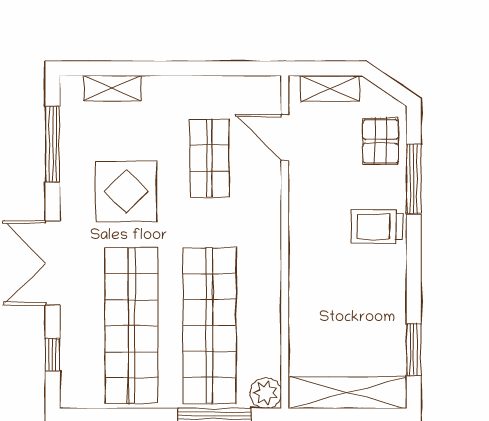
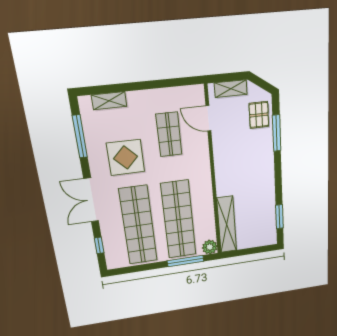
trolley: (377, 227) -> (259, 160), removed
shelving: (348, 393) -> (227, 225), moved, turned 90

